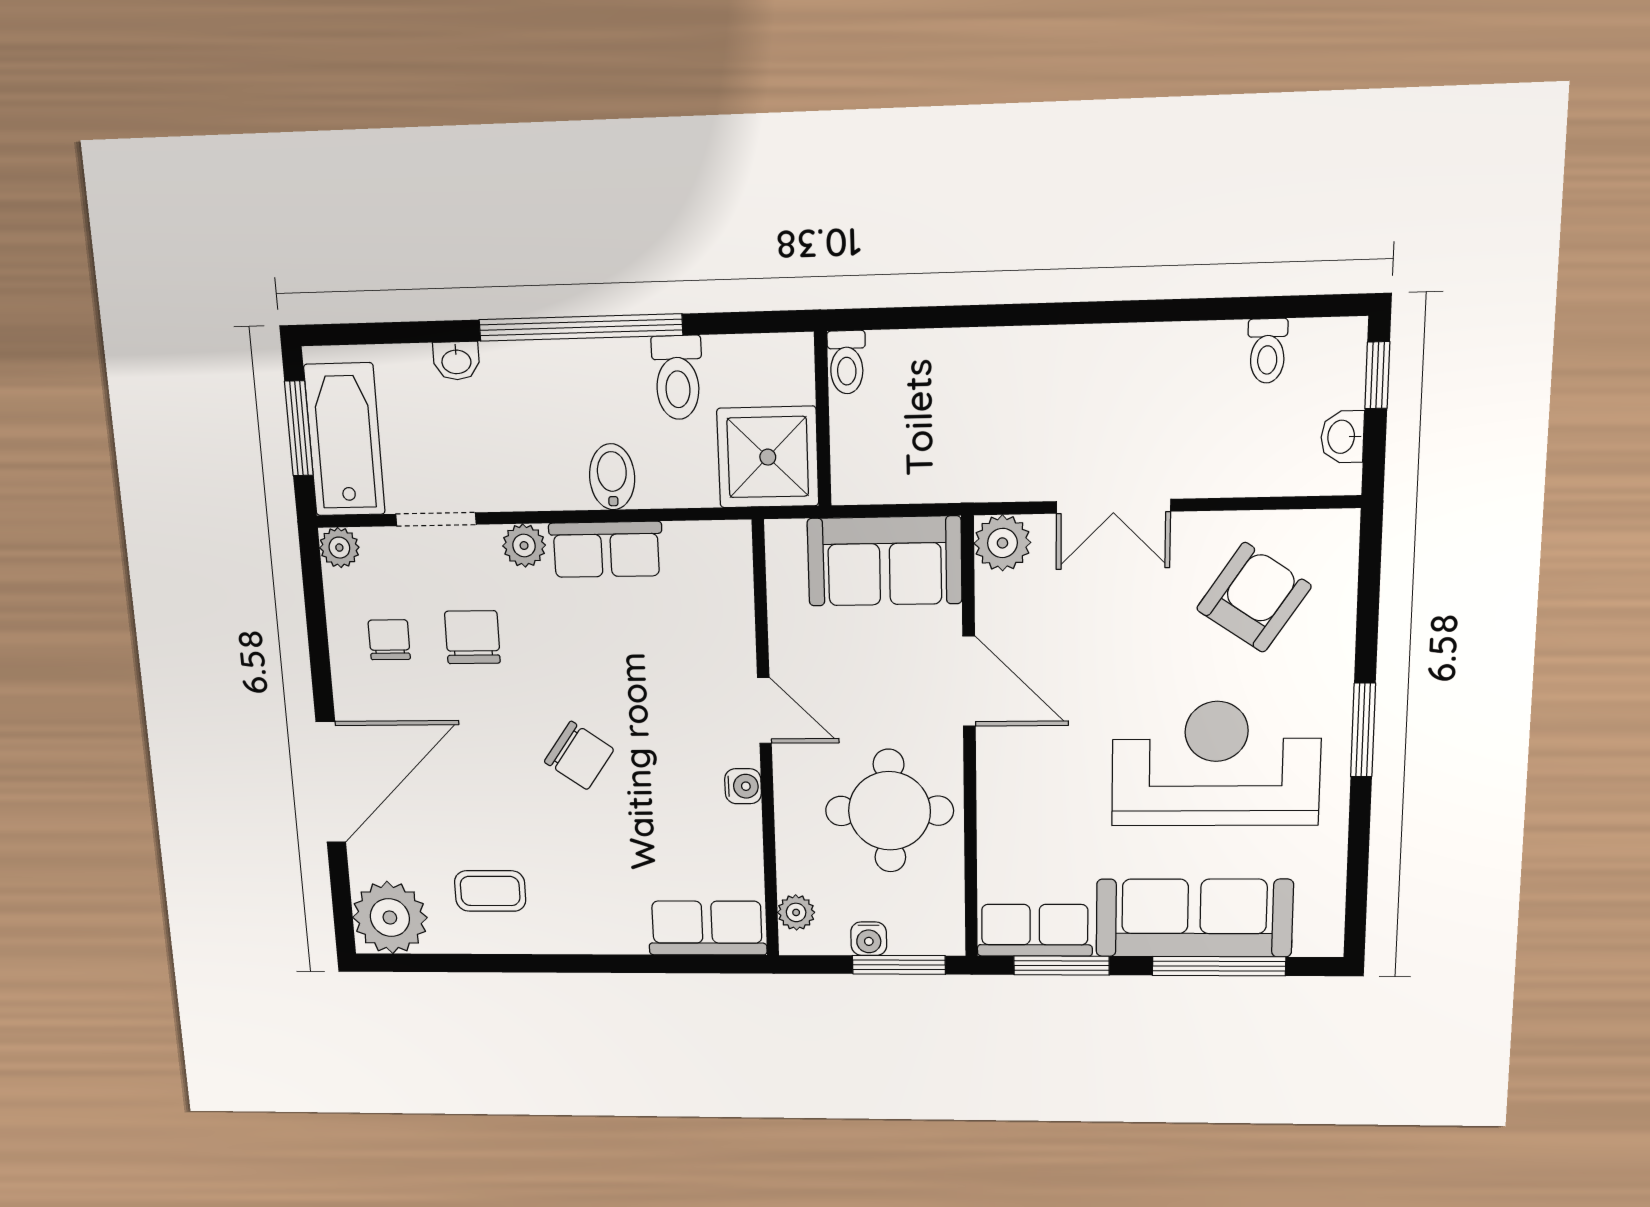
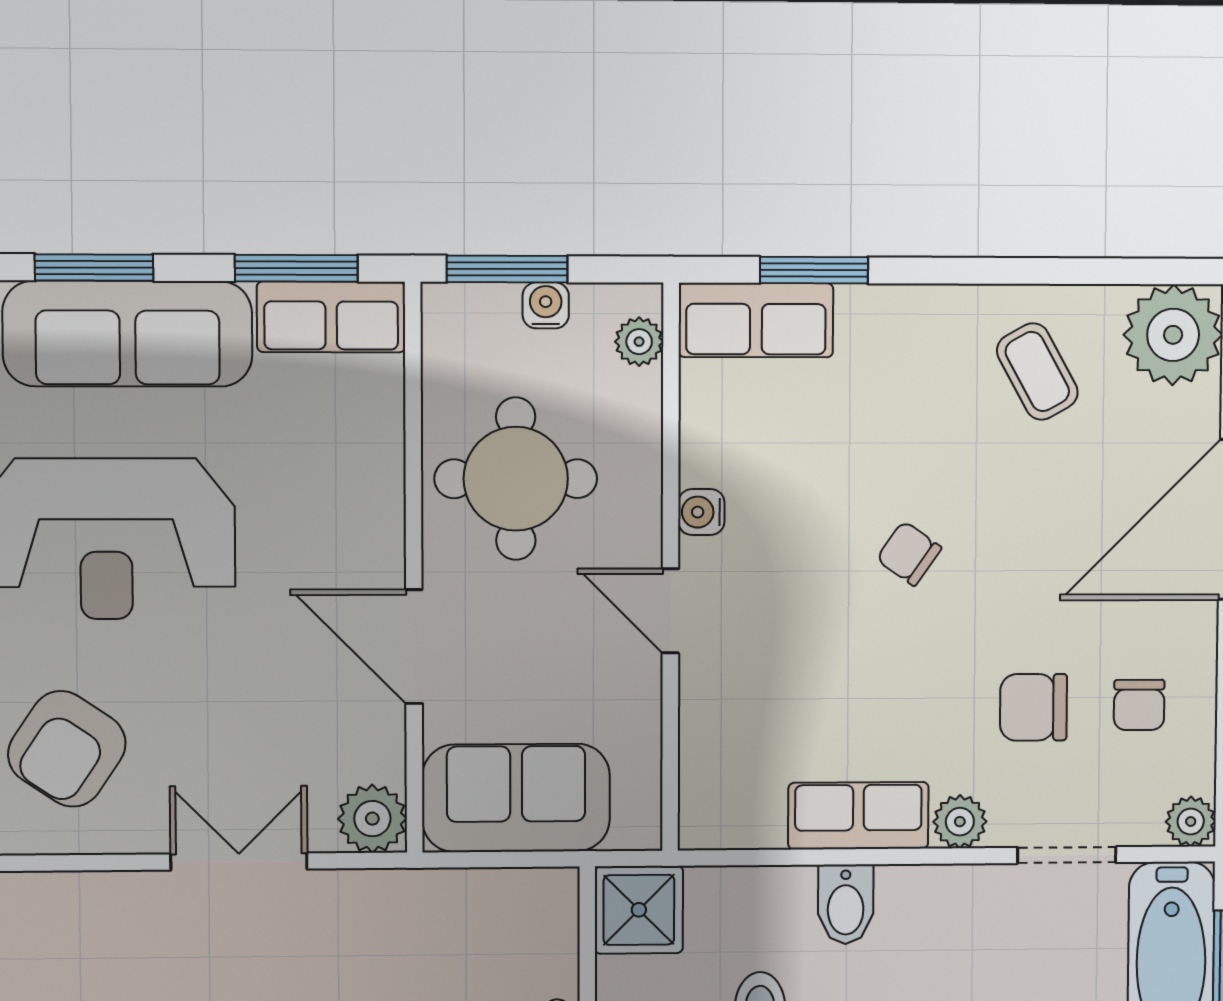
shower: (768, 457) -> (639, 910), width x0.73, depth x0.73
chair: (472, 637) -> (1034, 707), turned 90
chair: (579, 756) -> (909, 553), width x0.73, depth x0.73
coffee table: (490, 891) -> (1037, 372), turned 61
window: (665, 964) -> (814, 270), added
window: (1219, 966) -> (94, 268), width x0.69

